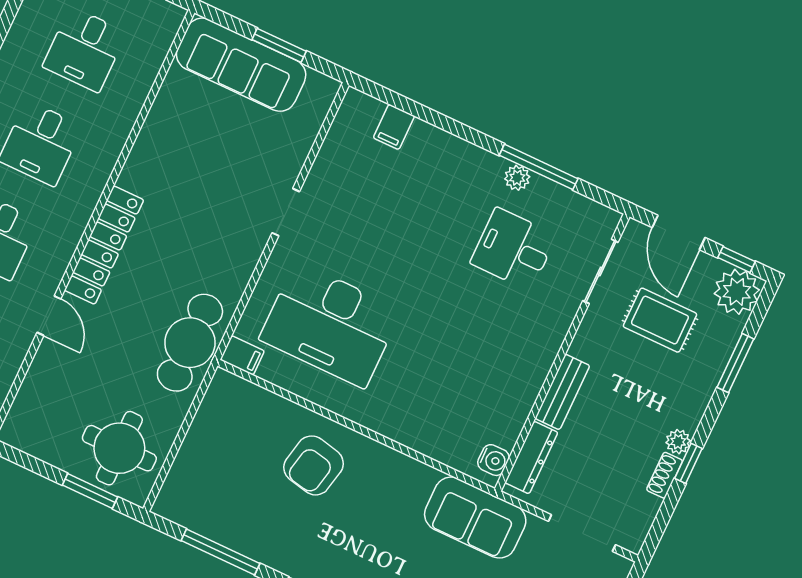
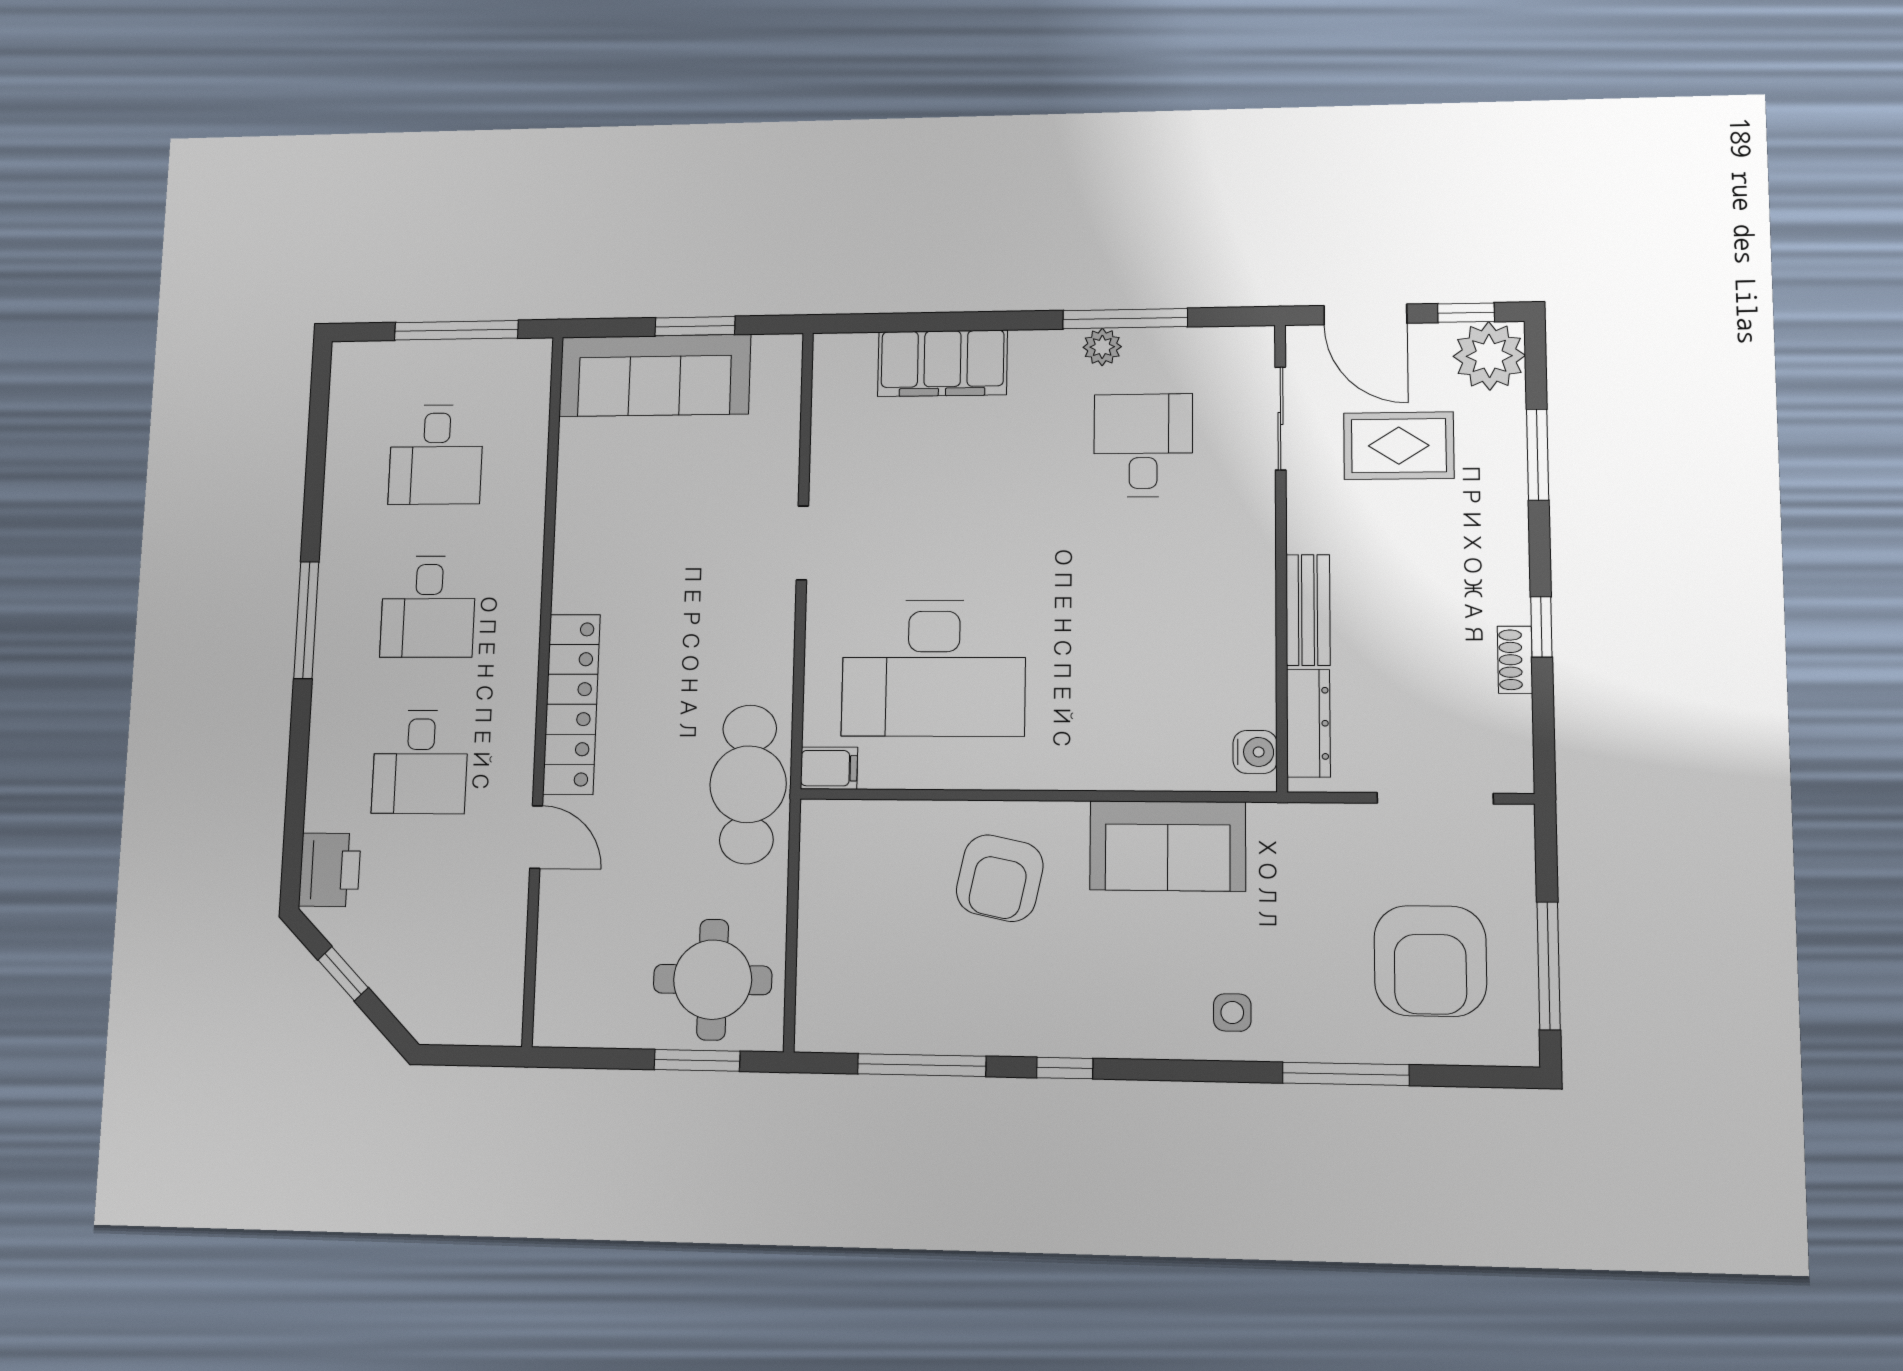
filing cabinet: (394, 127) -> (942, 363), width x3.00, depth x1.17
desk: (514, 249) -> (1143, 445), turned 90
plant: (678, 442) -> (1511, 603), removed
sofa: (475, 518) -> (1168, 846), moved

